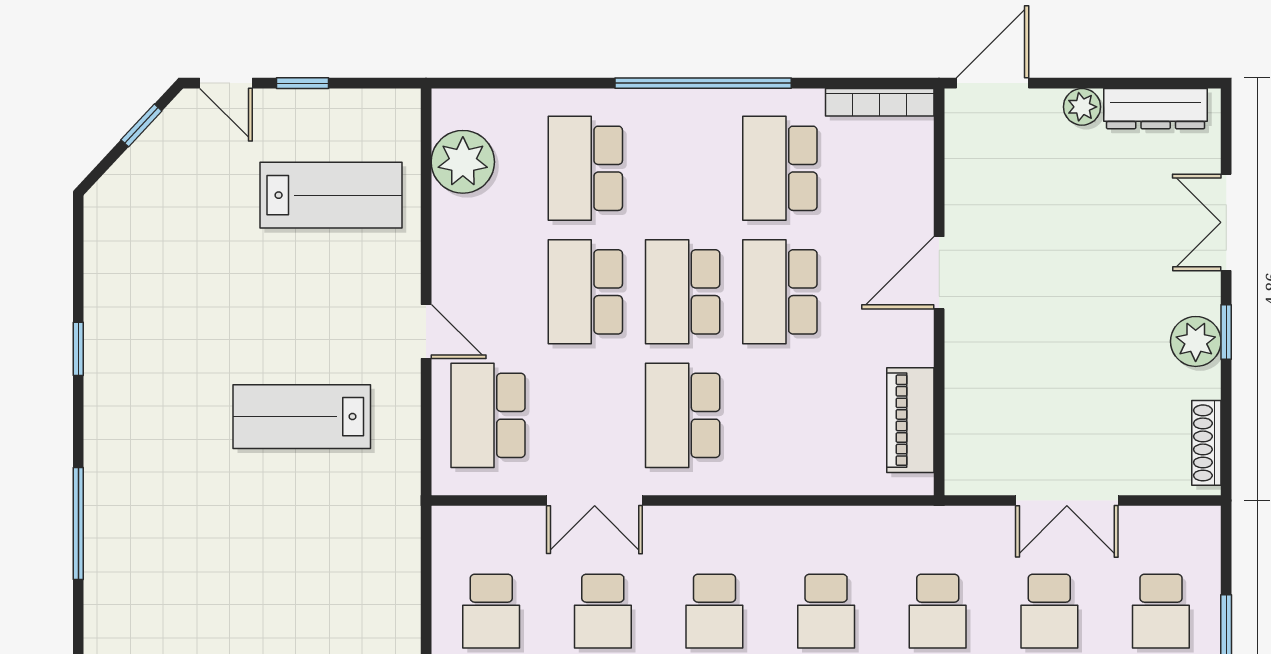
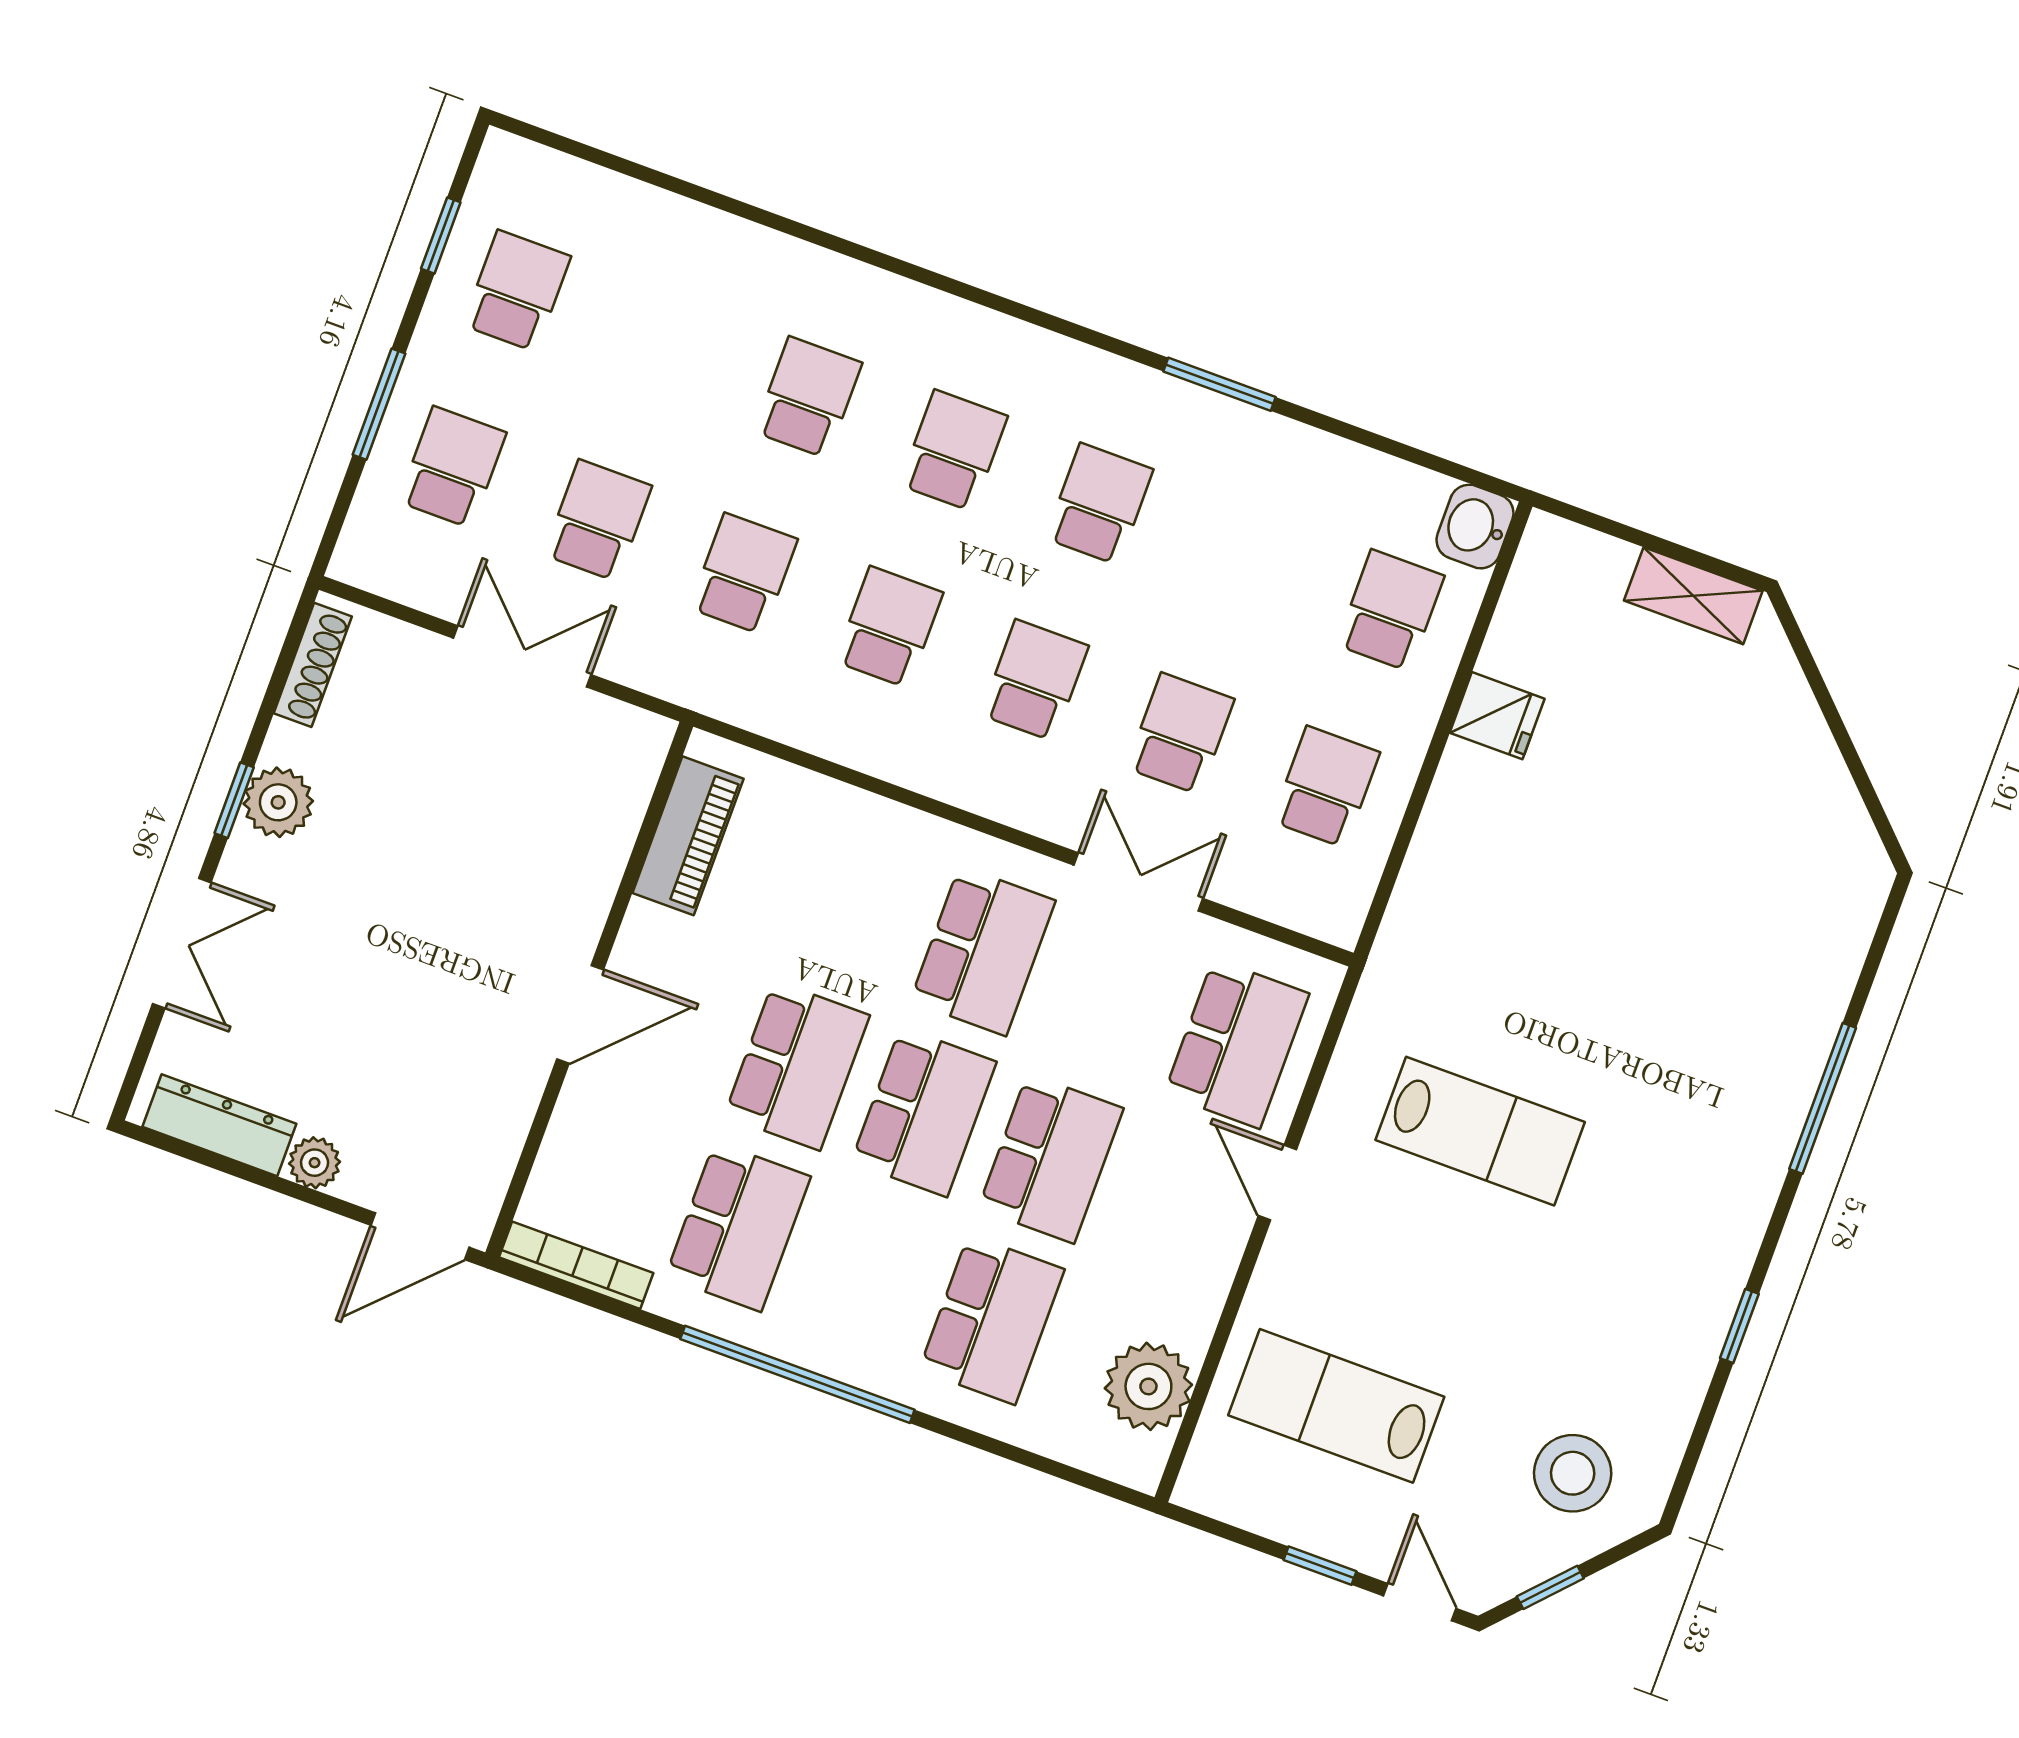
stool: (155, 208) -> (1573, 1473), added

